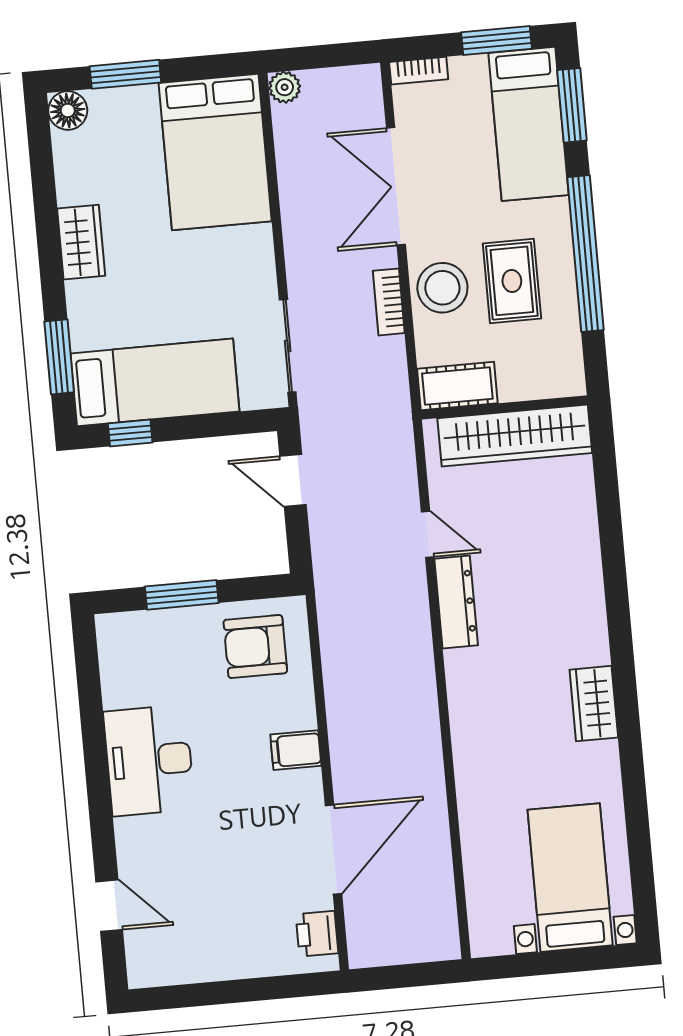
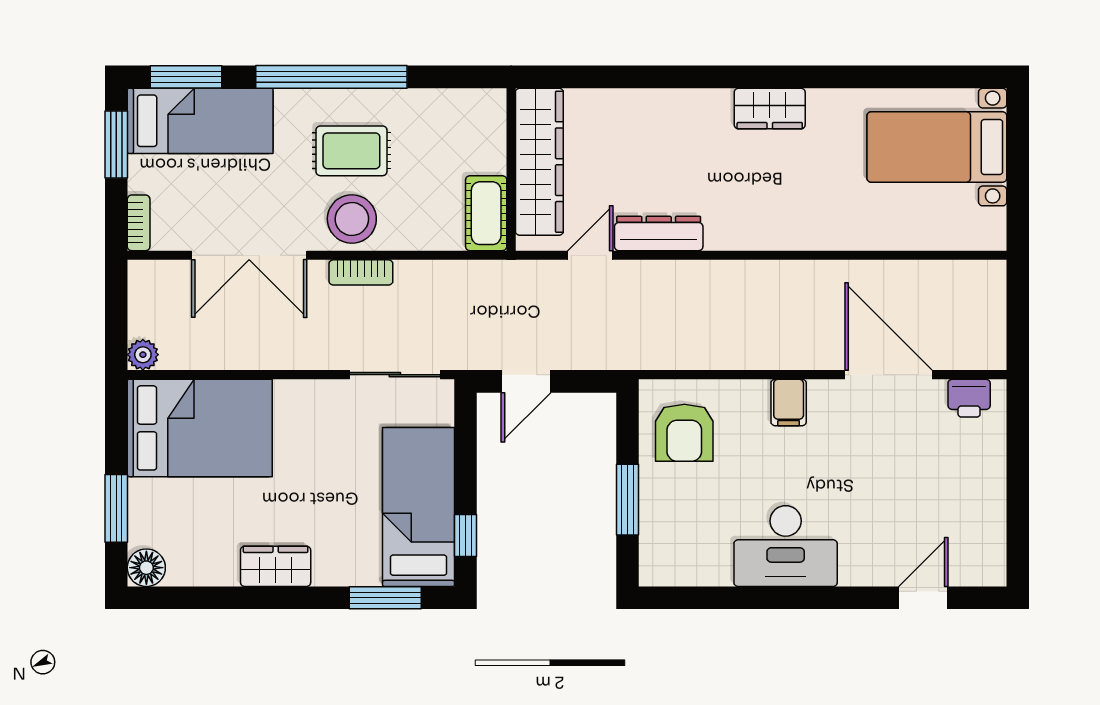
cot: (457, 386) -> (486, 213), moved
wall: (504, 407) -> (511, 169), moved
wardrobe: (515, 436) -> (539, 162), moved

